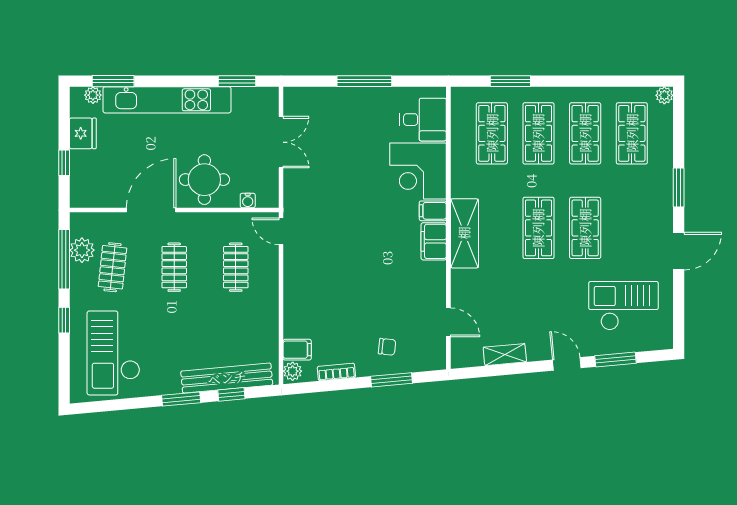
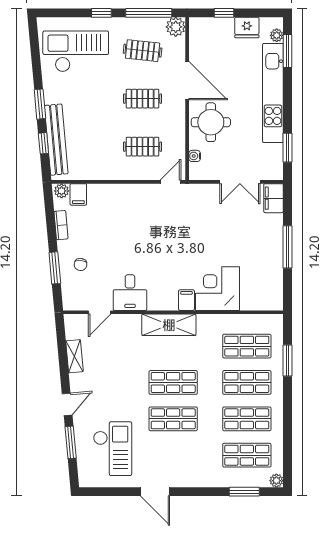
desk: (423, 120) -> (130, 293), moved
window: (679, 187) -> (244, 492), moved
filing cabinet: (434, 241) -> (274, 198), moved, turned -90
plant: (82, 250) -> (176, 27), moved

